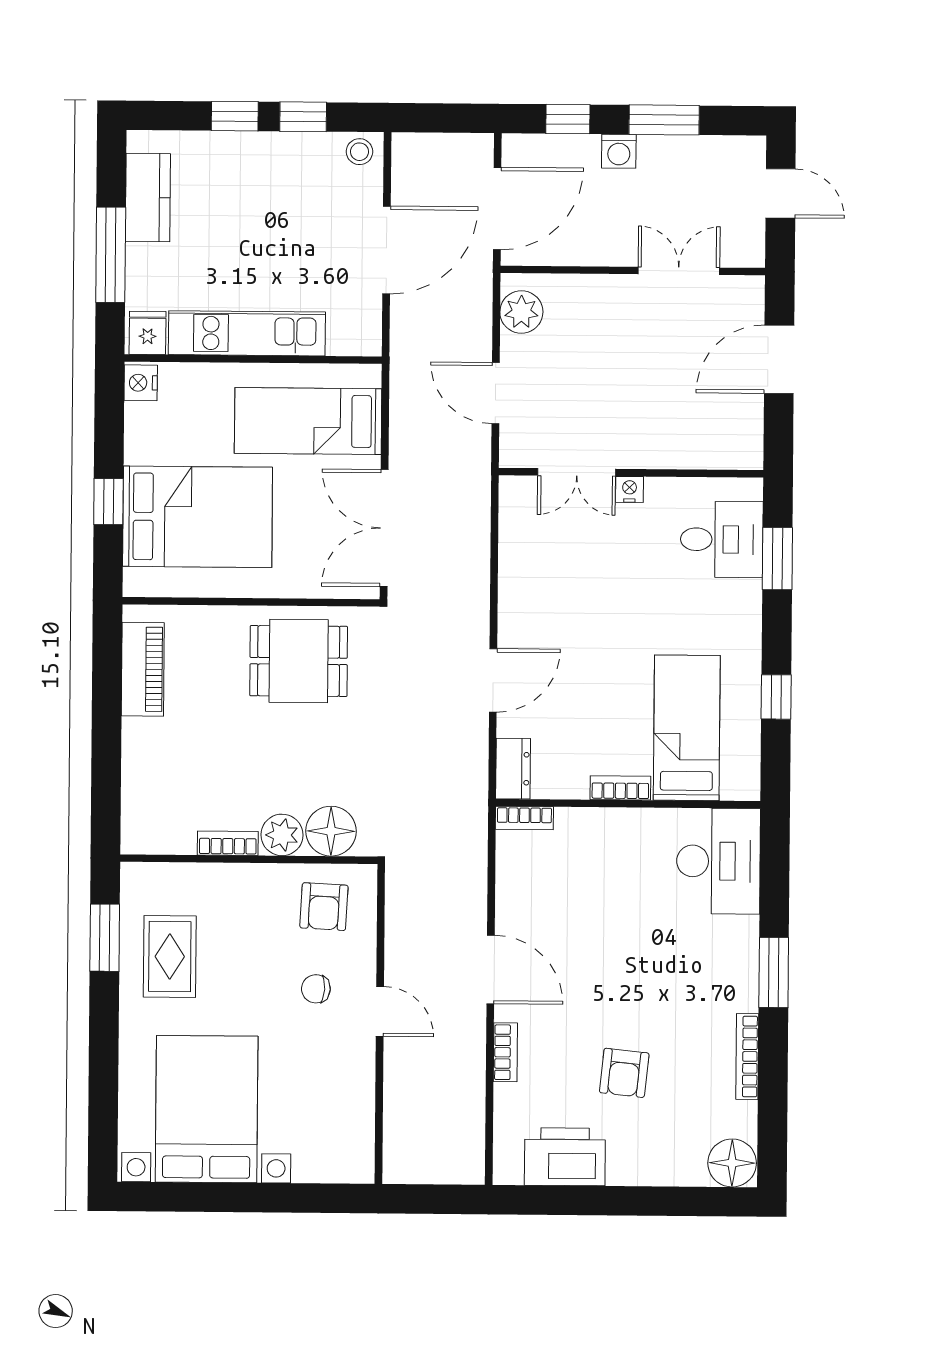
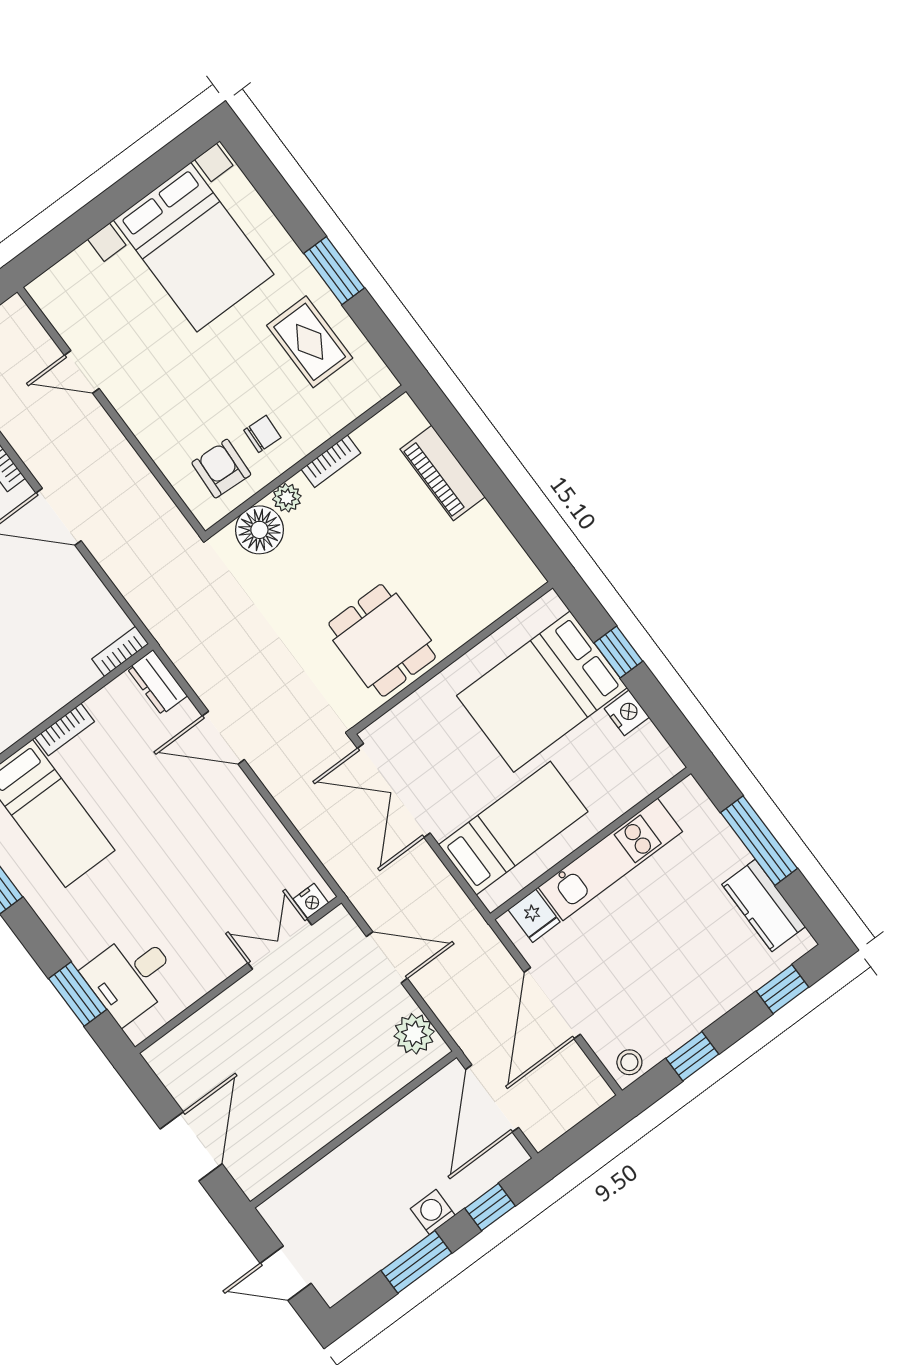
window: (235, 116) -> (782, 989), moved
double door: (679, 271) -> (318, 1156), removed
fridge: (148, 333) -> (534, 916), moved
nightstand: (141, 383) -> (627, 713), moved
nightstand: (630, 489) -> (311, 901), moved
double door: (384, 528) -> (394, 791), swing flipped
dining table: (299, 661) -> (382, 640), turned 90
piano: (143, 669) -> (443, 473), moved
door: (493, 680) -> (223, 738), hinge flipped
plant: (282, 835) -> (287, 498), width x0.73, depth x0.73
window: (105, 938) -> (334, 271), moved
chair: (316, 989) -> (262, 434), moved
door: (380, 1011) -> (82, 372), moved

